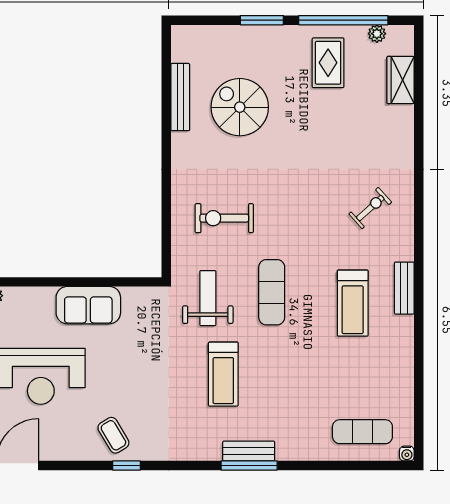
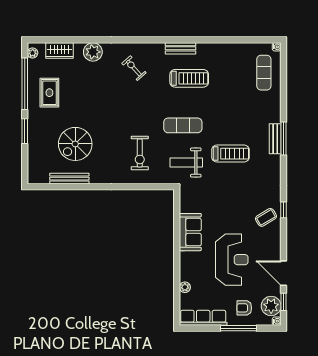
plant: (377, 34) -> (33, 53), moved
rug: (328, 63) -> (49, 93), turned 90
plant: (398, 137) -> (93, 52), added

